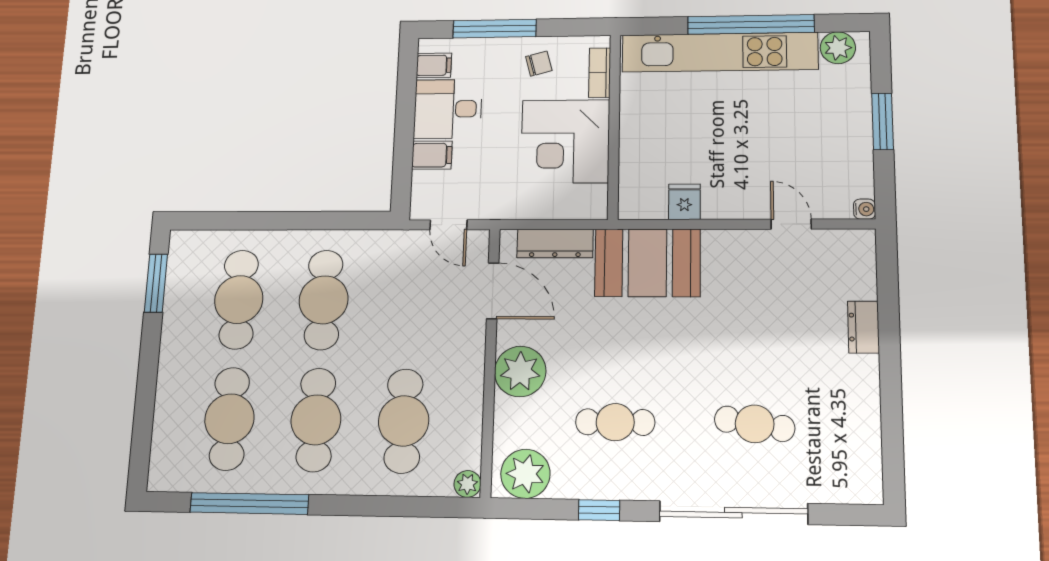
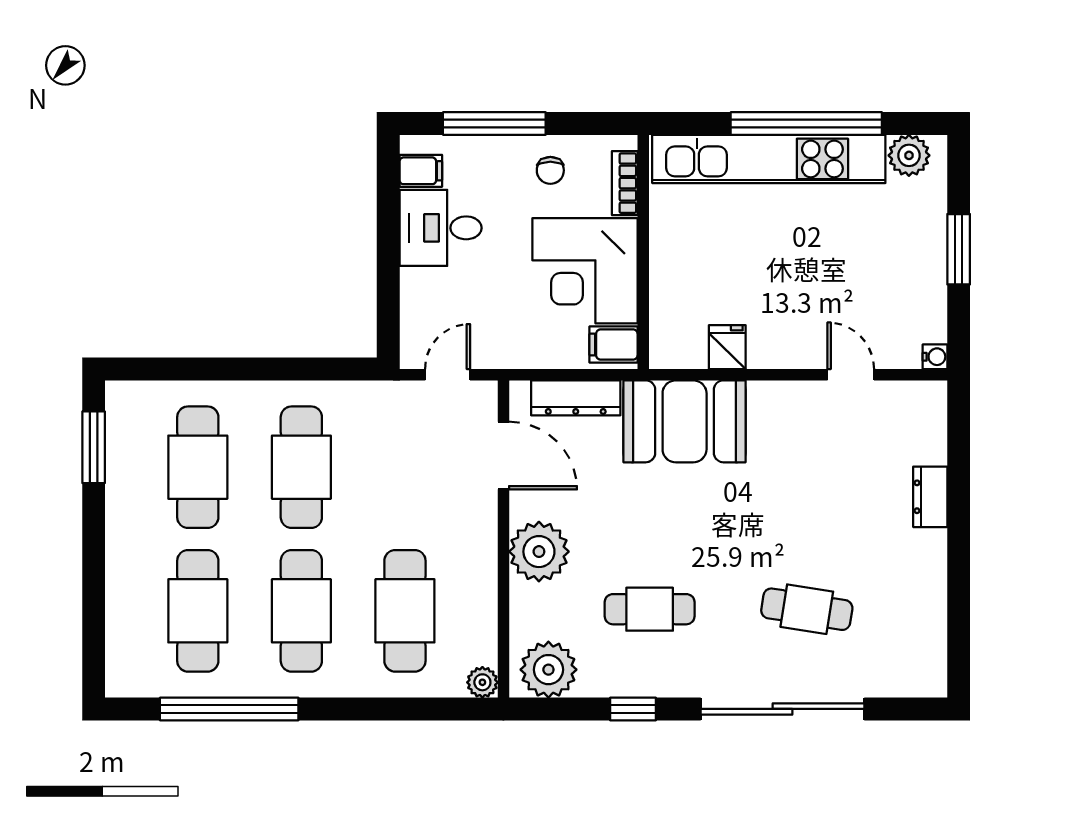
chair: (539, 64) -> (550, 170), turned 105
filing cabinet: (432, 155) -> (613, 345), moved, turned 180
door: (448, 225) -> (448, 375), swing flipped

